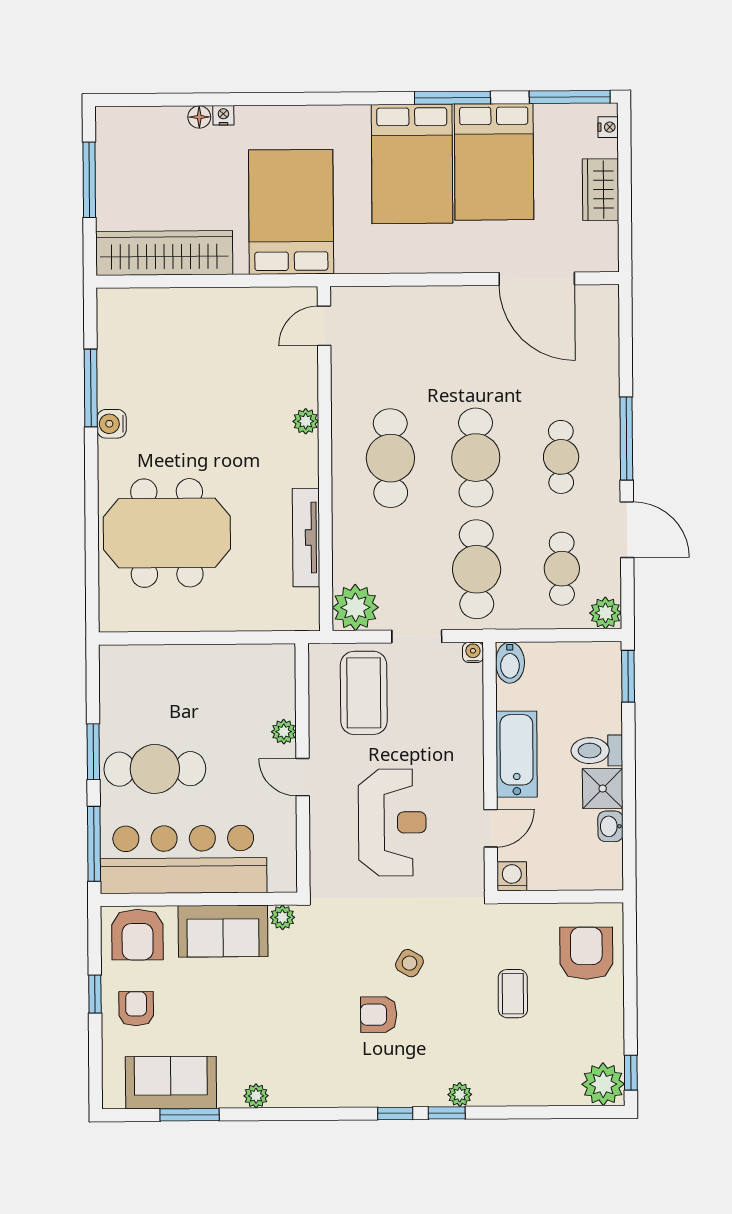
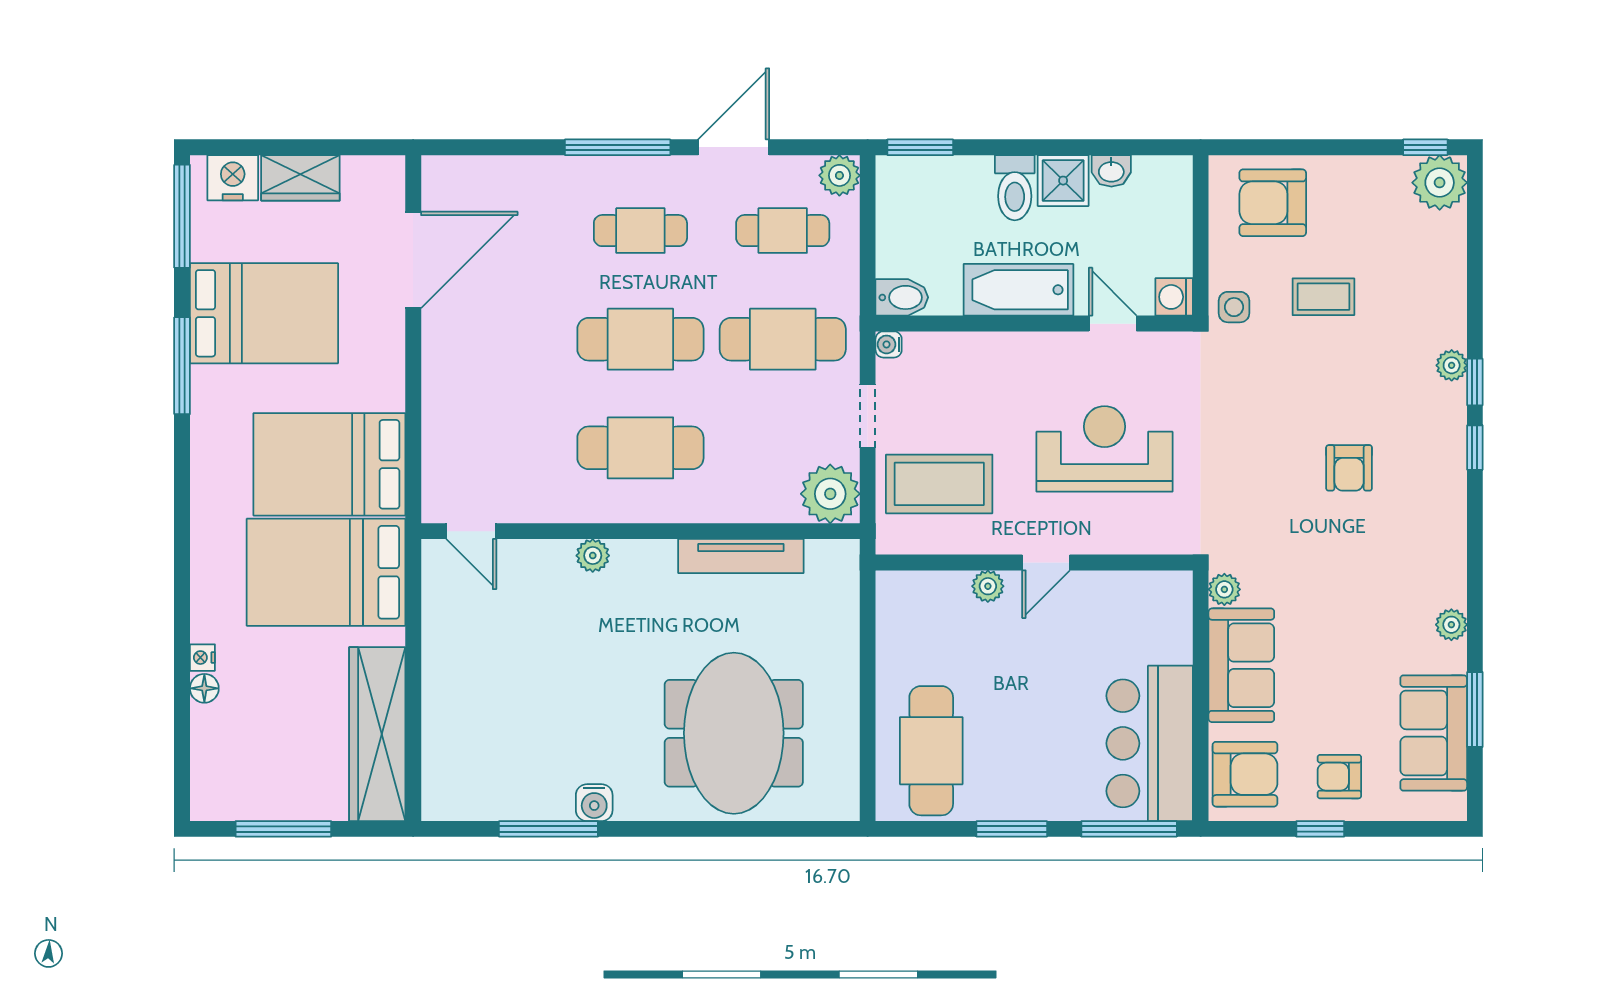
nightstand: (608, 127) -> (233, 178), width x1.89, depth x1.79
bed: (412, 164) -> (329, 464), moved, turned 180
cafe table: (155, 769) -> (931, 751), moved
bar counter: (183, 859) -> (1150, 743), width x0.73
side table: (409, 963) -> (1234, 307), moved, turned -30

